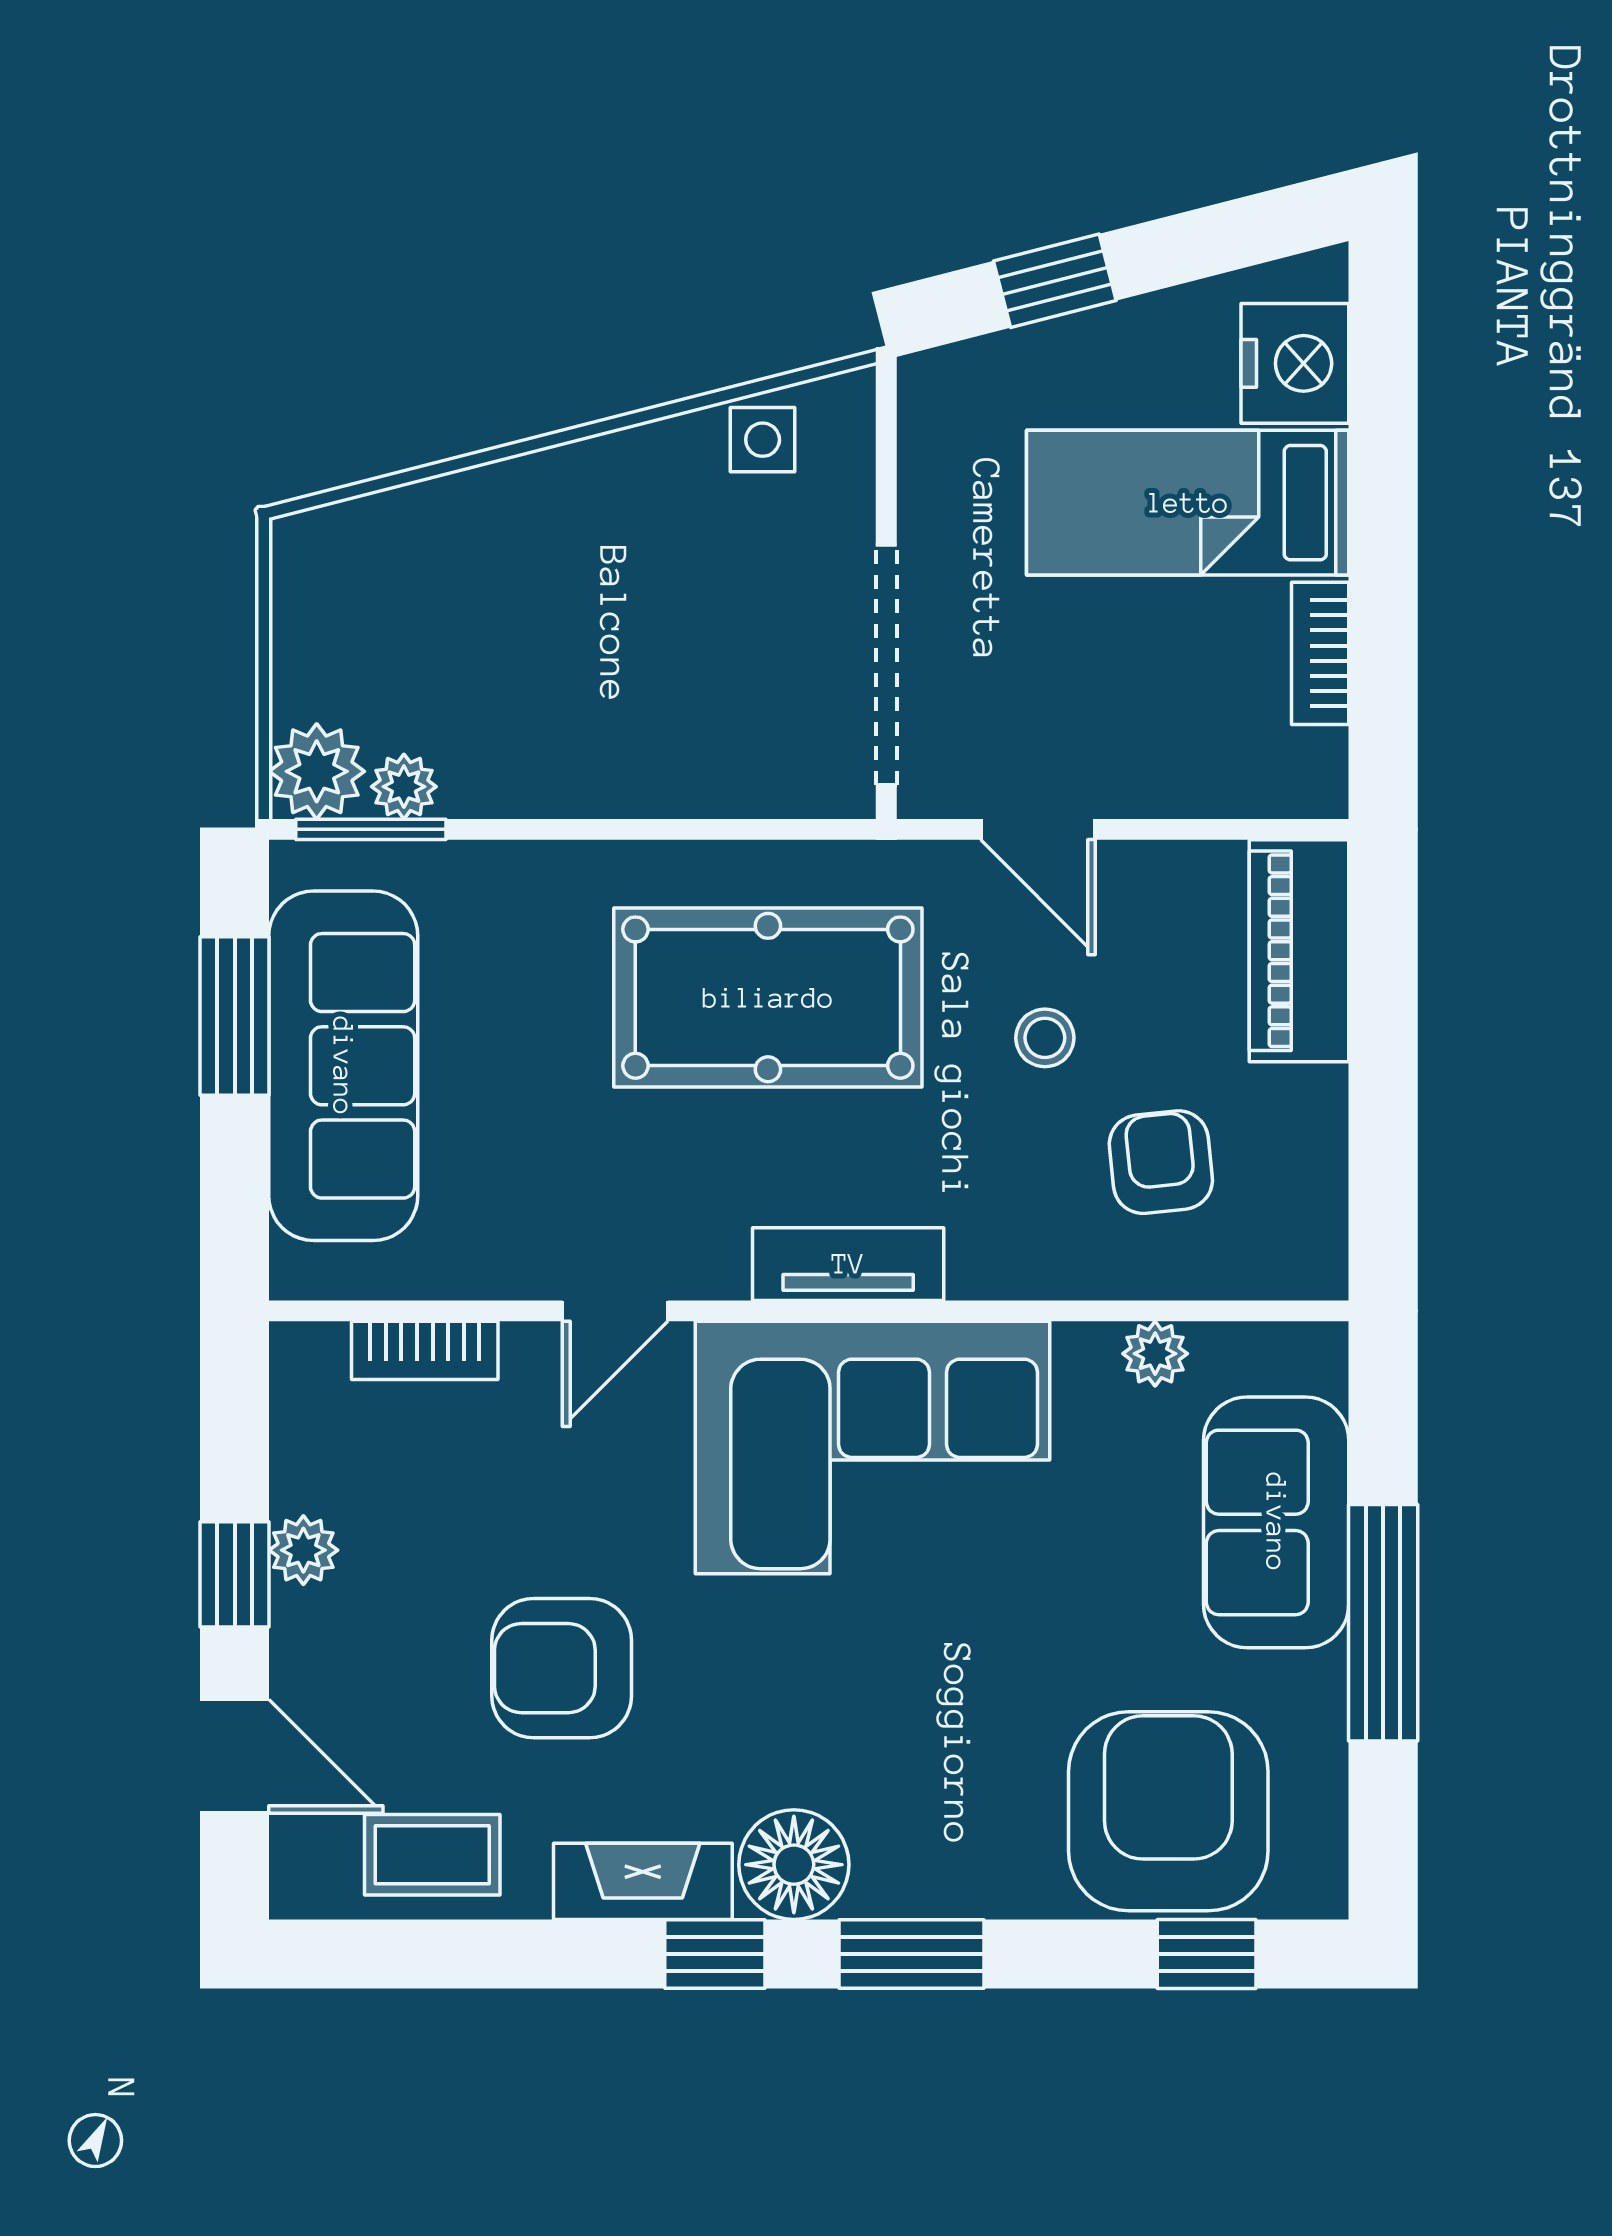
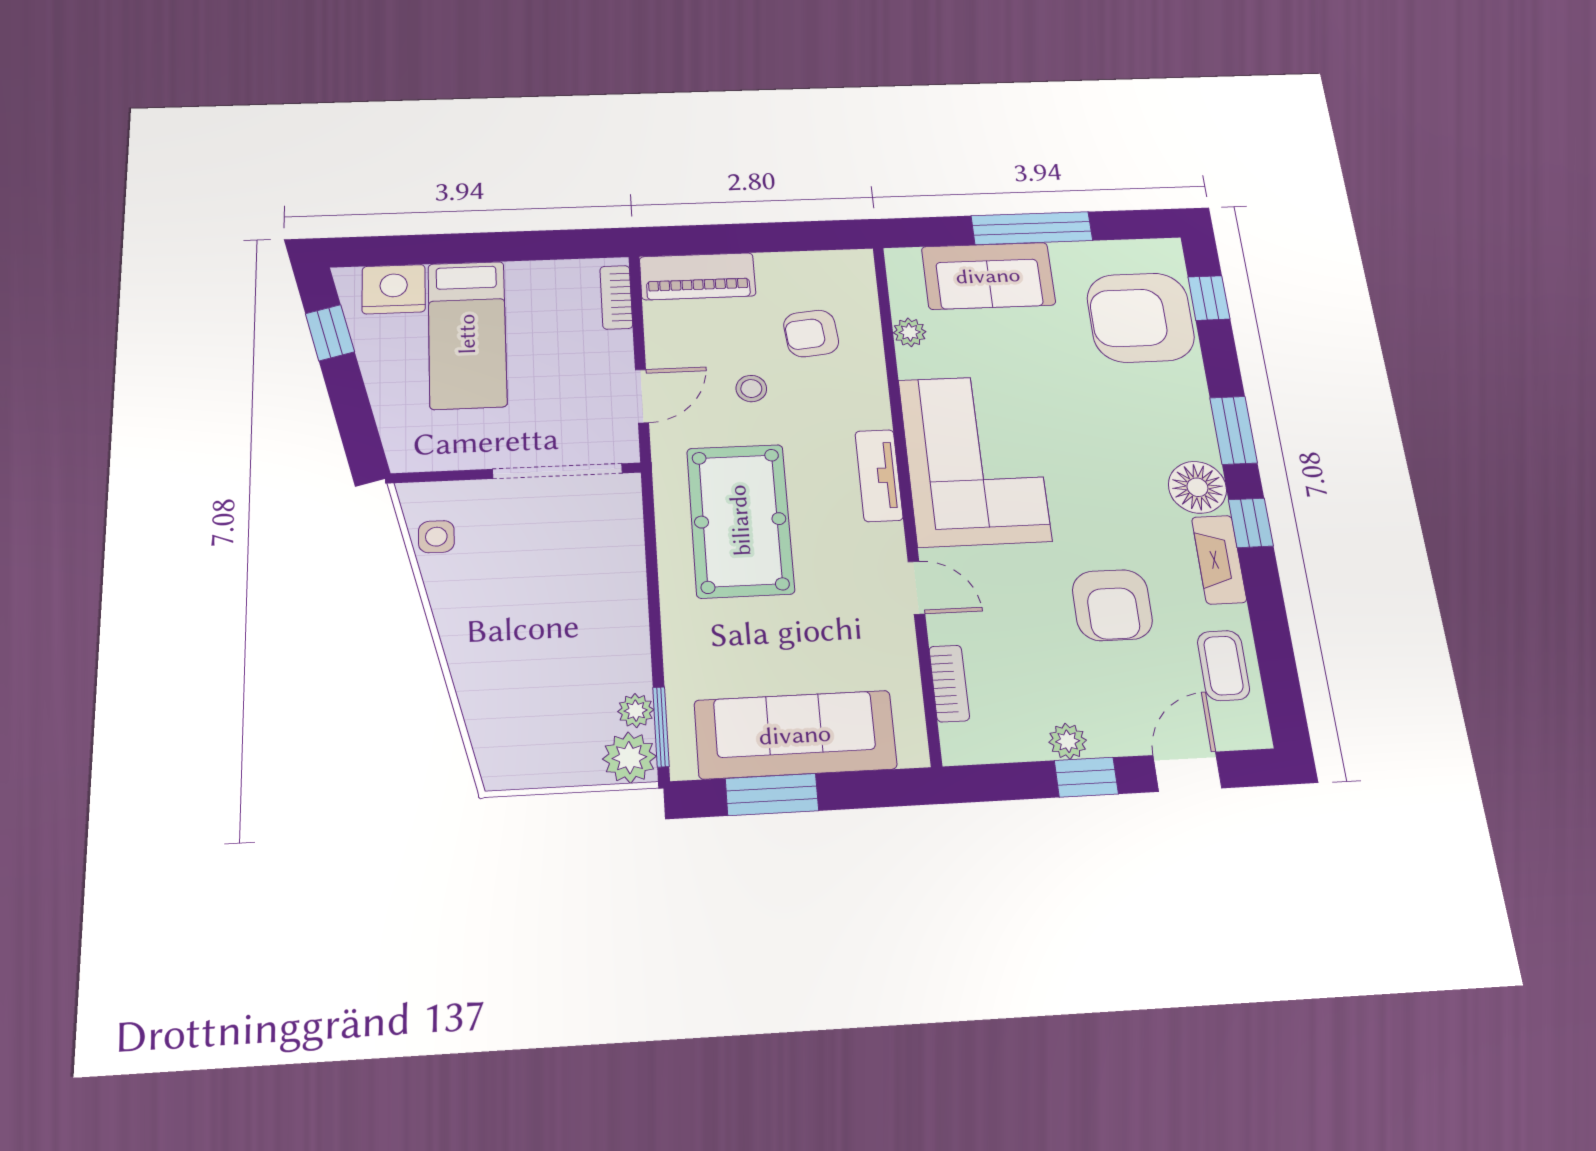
window: (1055, 281) -> (330, 333), moved
bookcase: (1320, 653) -> (616, 297), moved, turned 90

